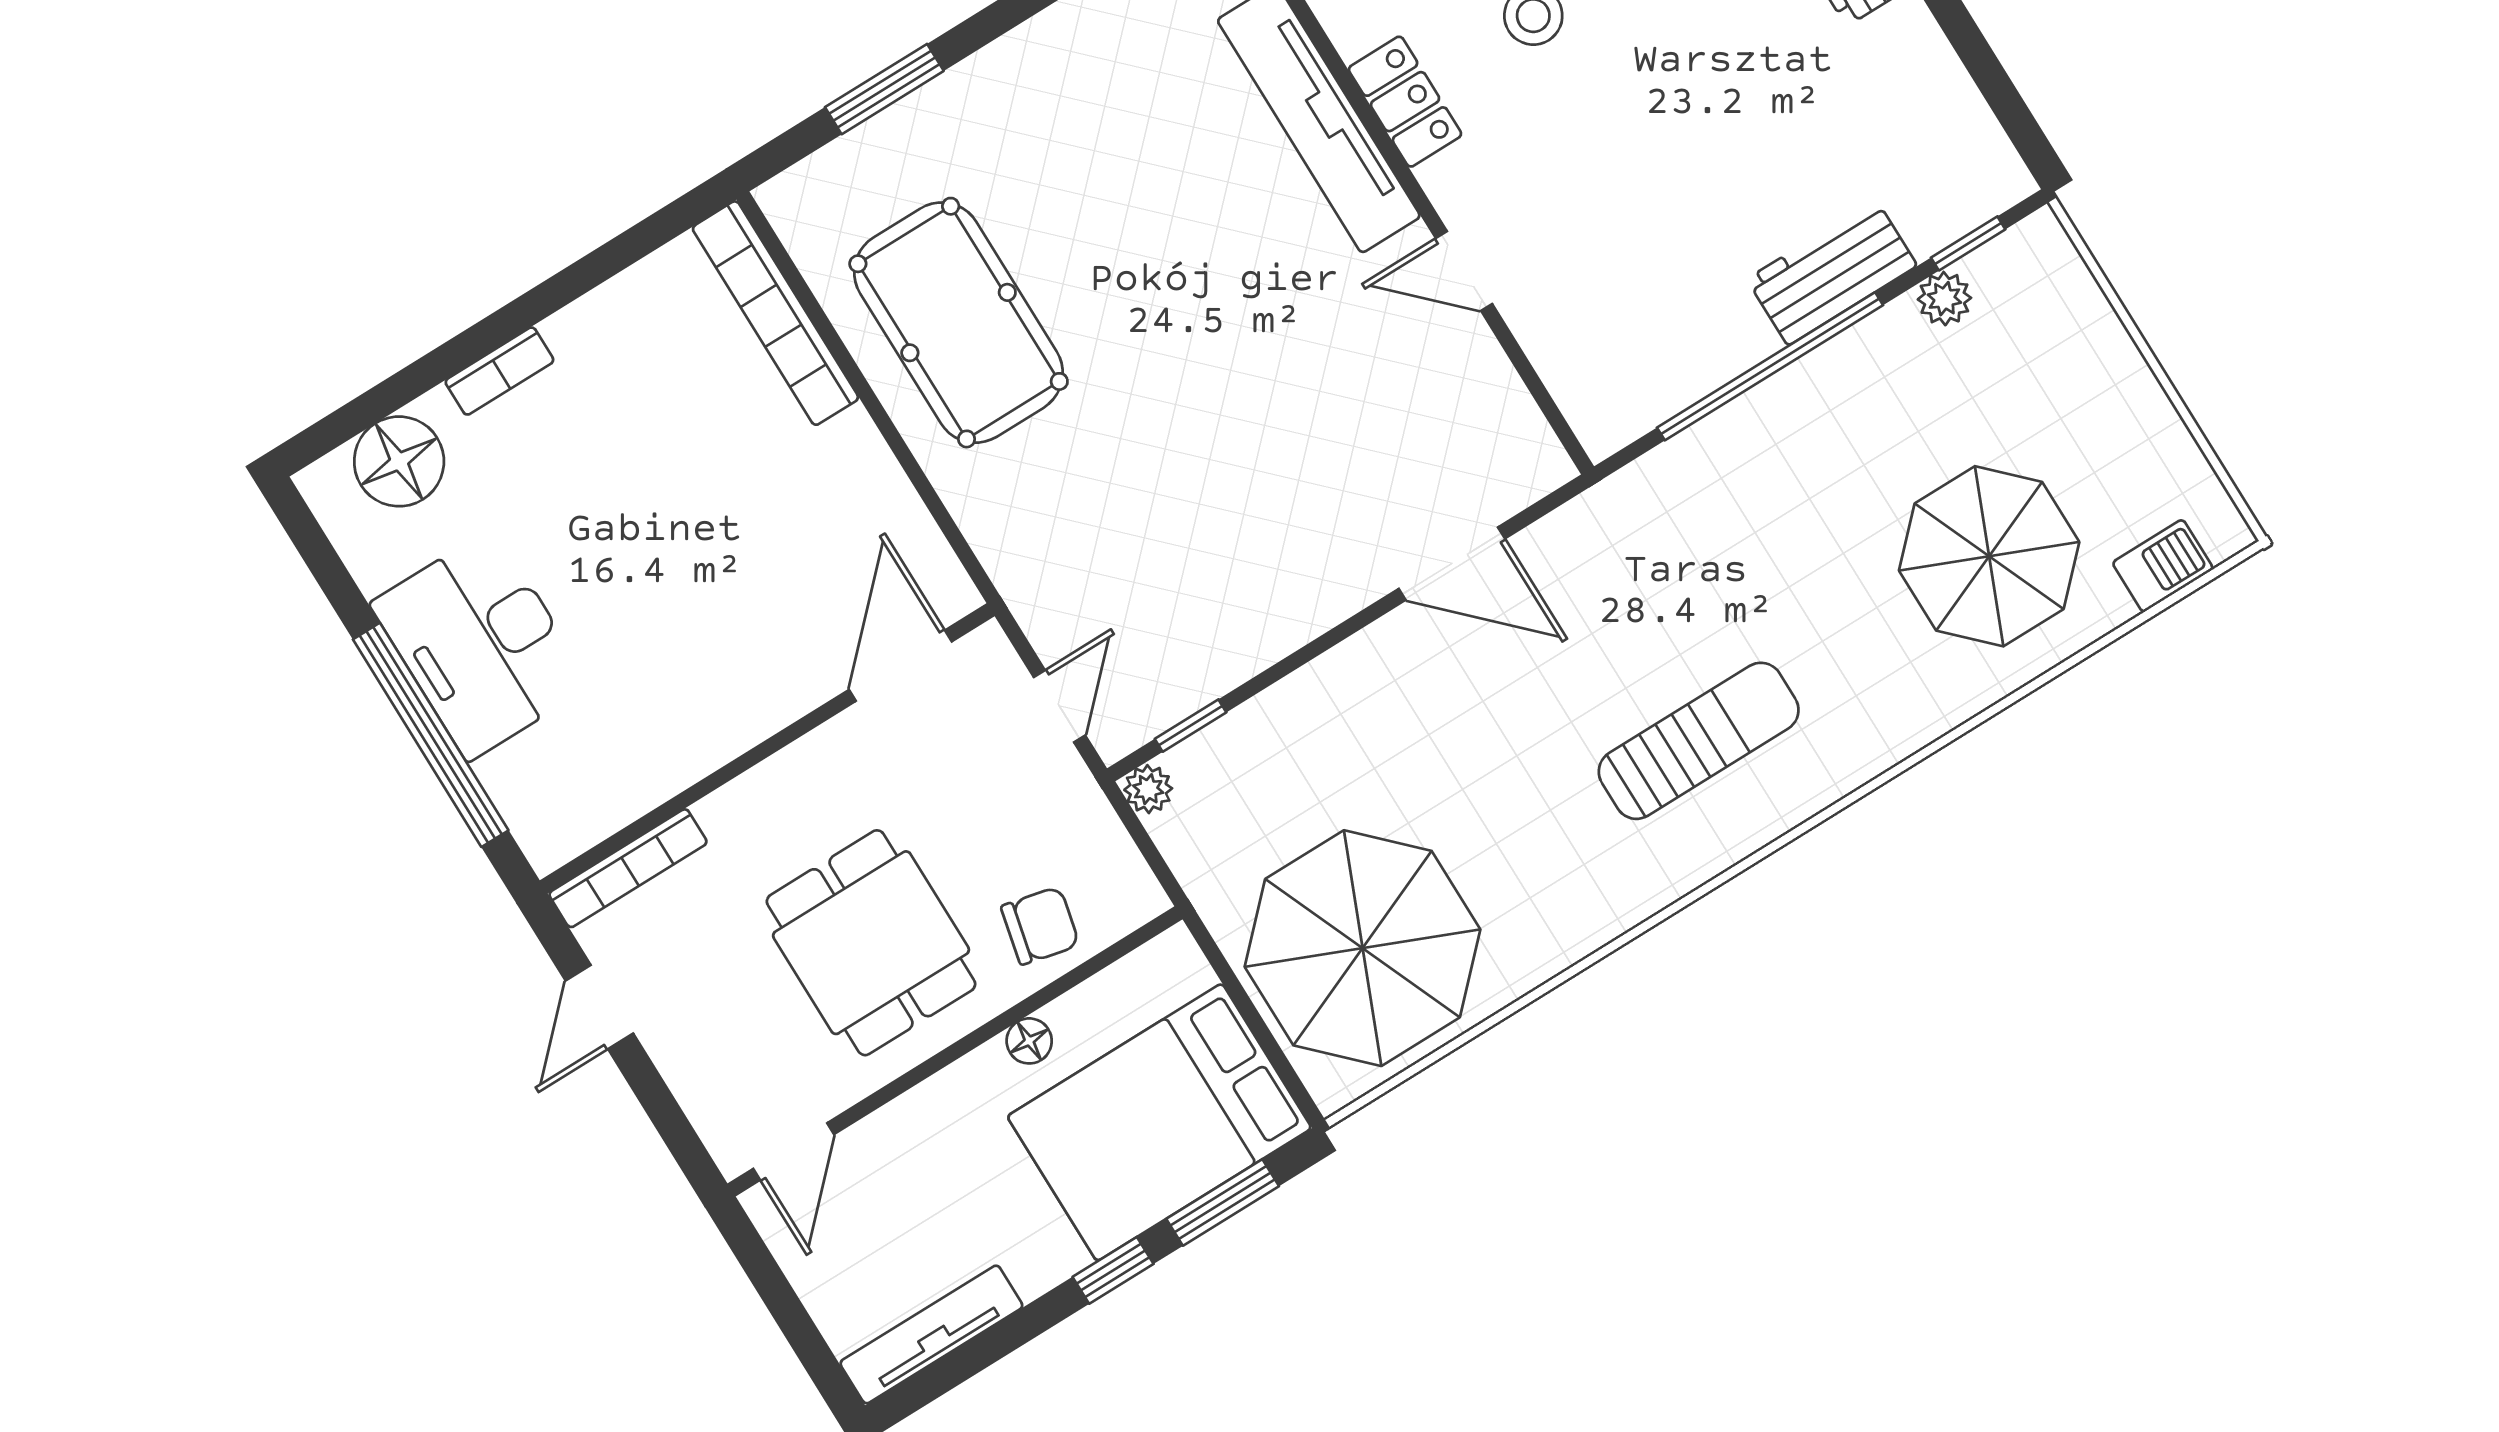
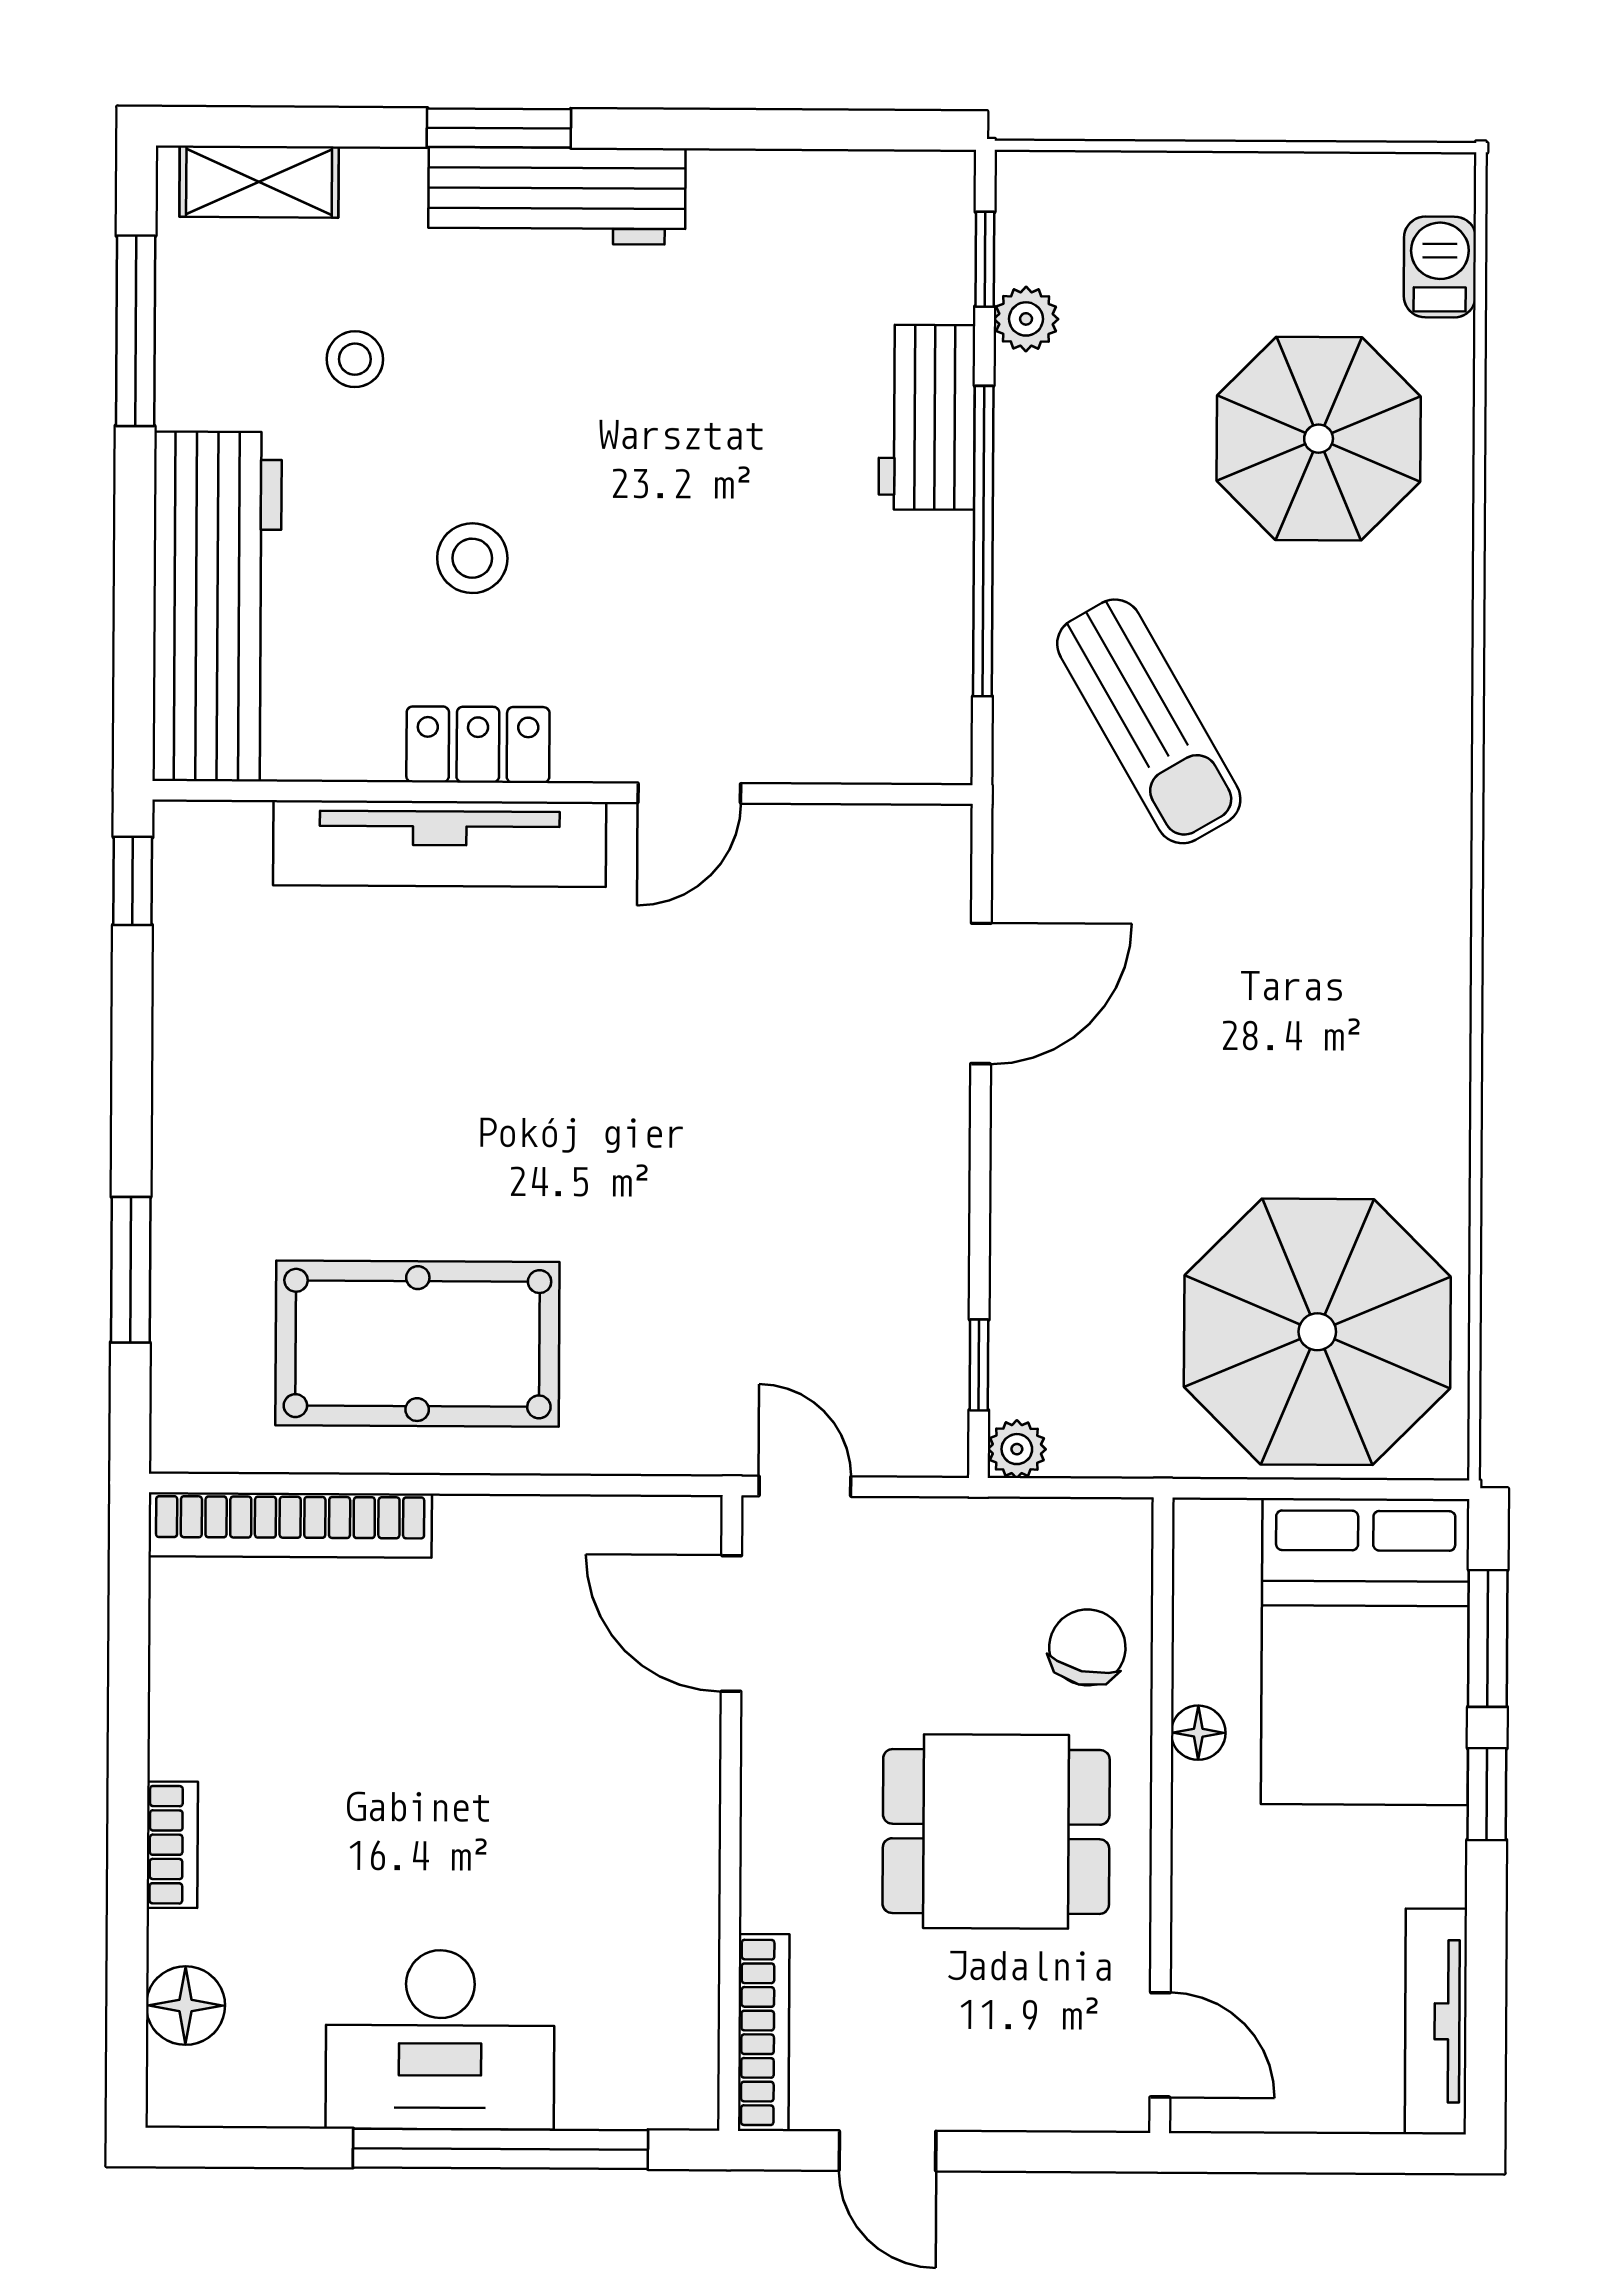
floor lamp: (399, 461) -> (186, 2006), width x0.73, depth x0.73
door: (1059, 706) -> (805, 1486), moved
sun lounger: (1699, 741) -> (1149, 721), moved, turned 150

